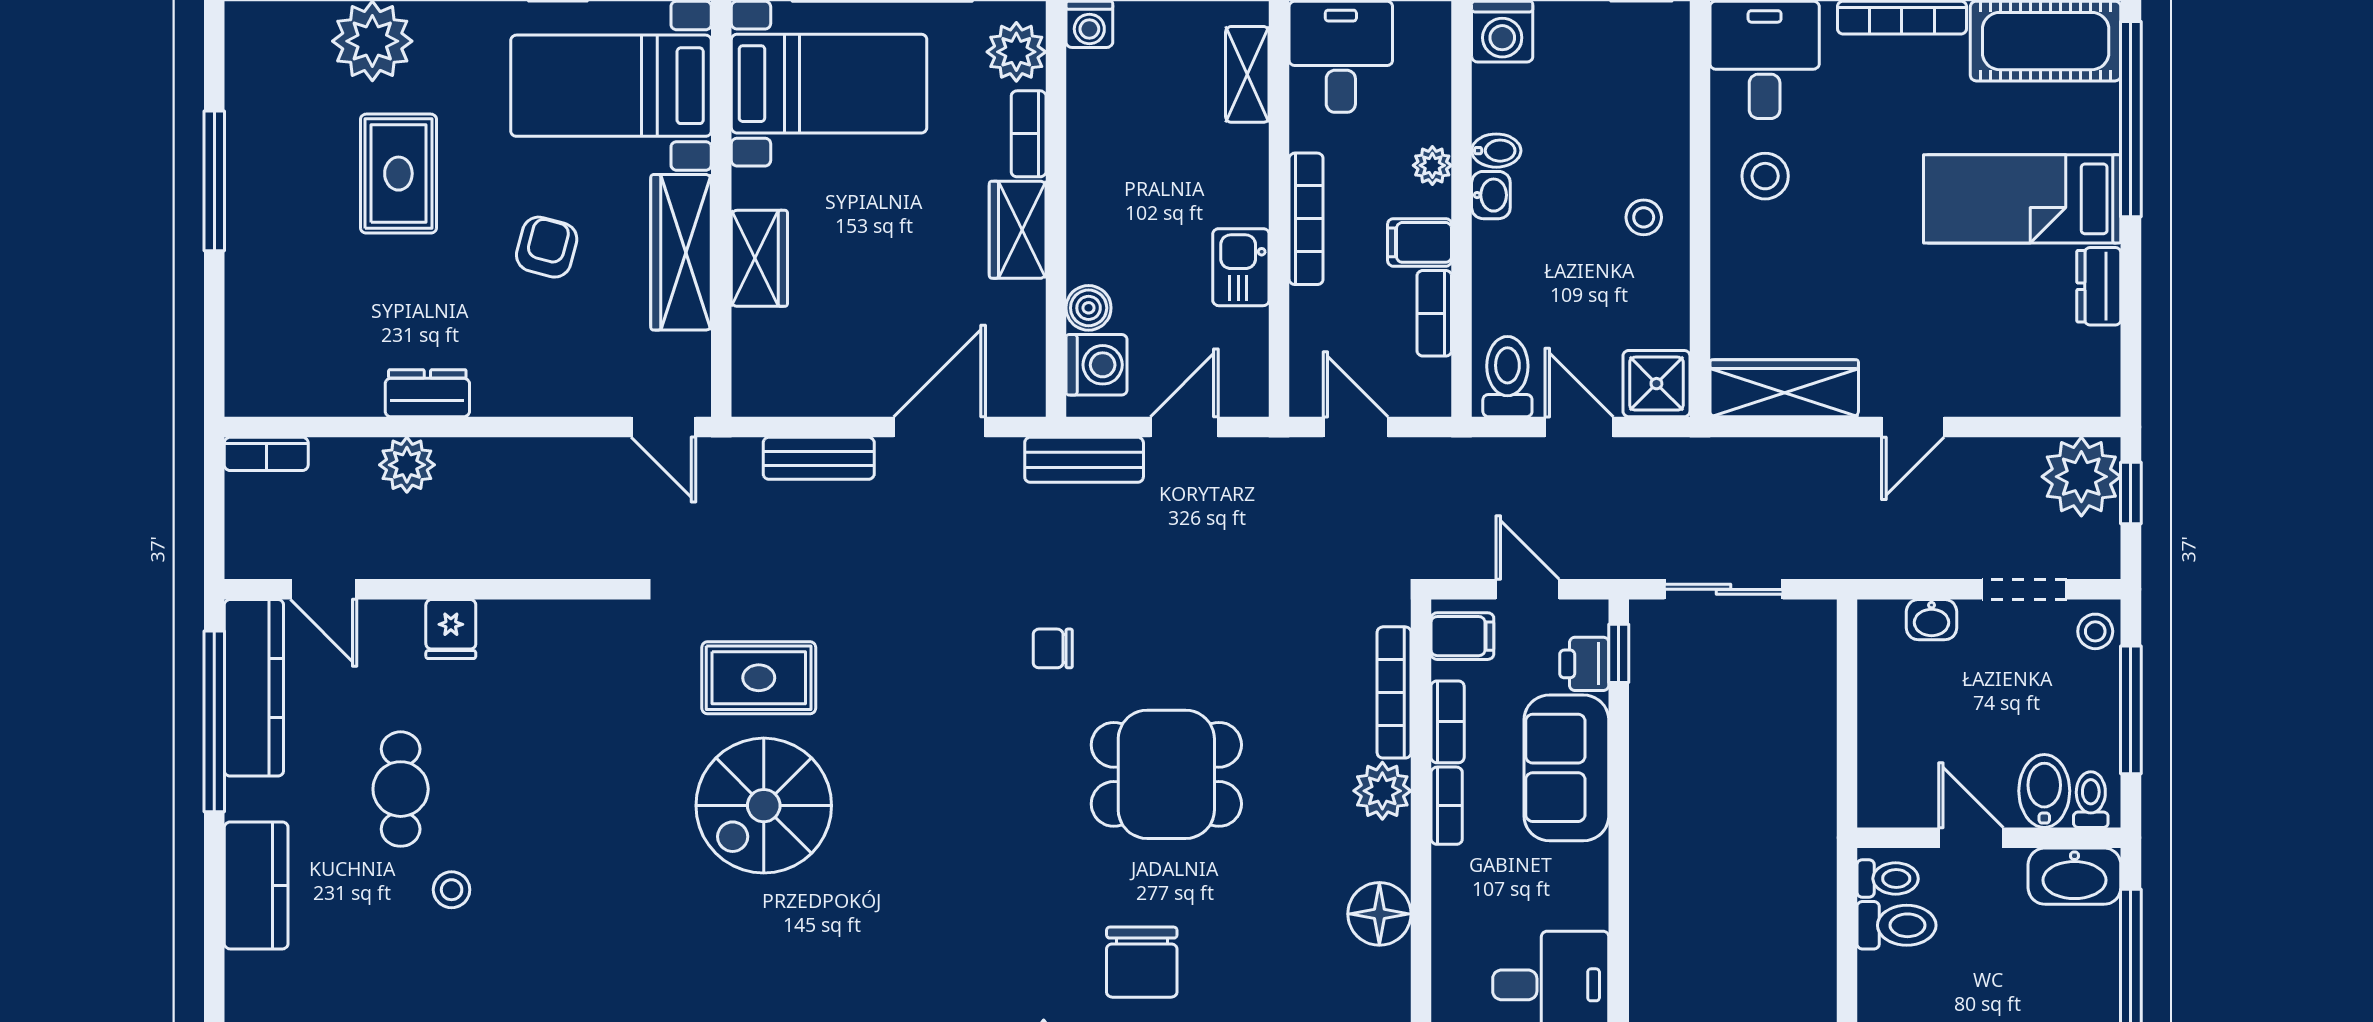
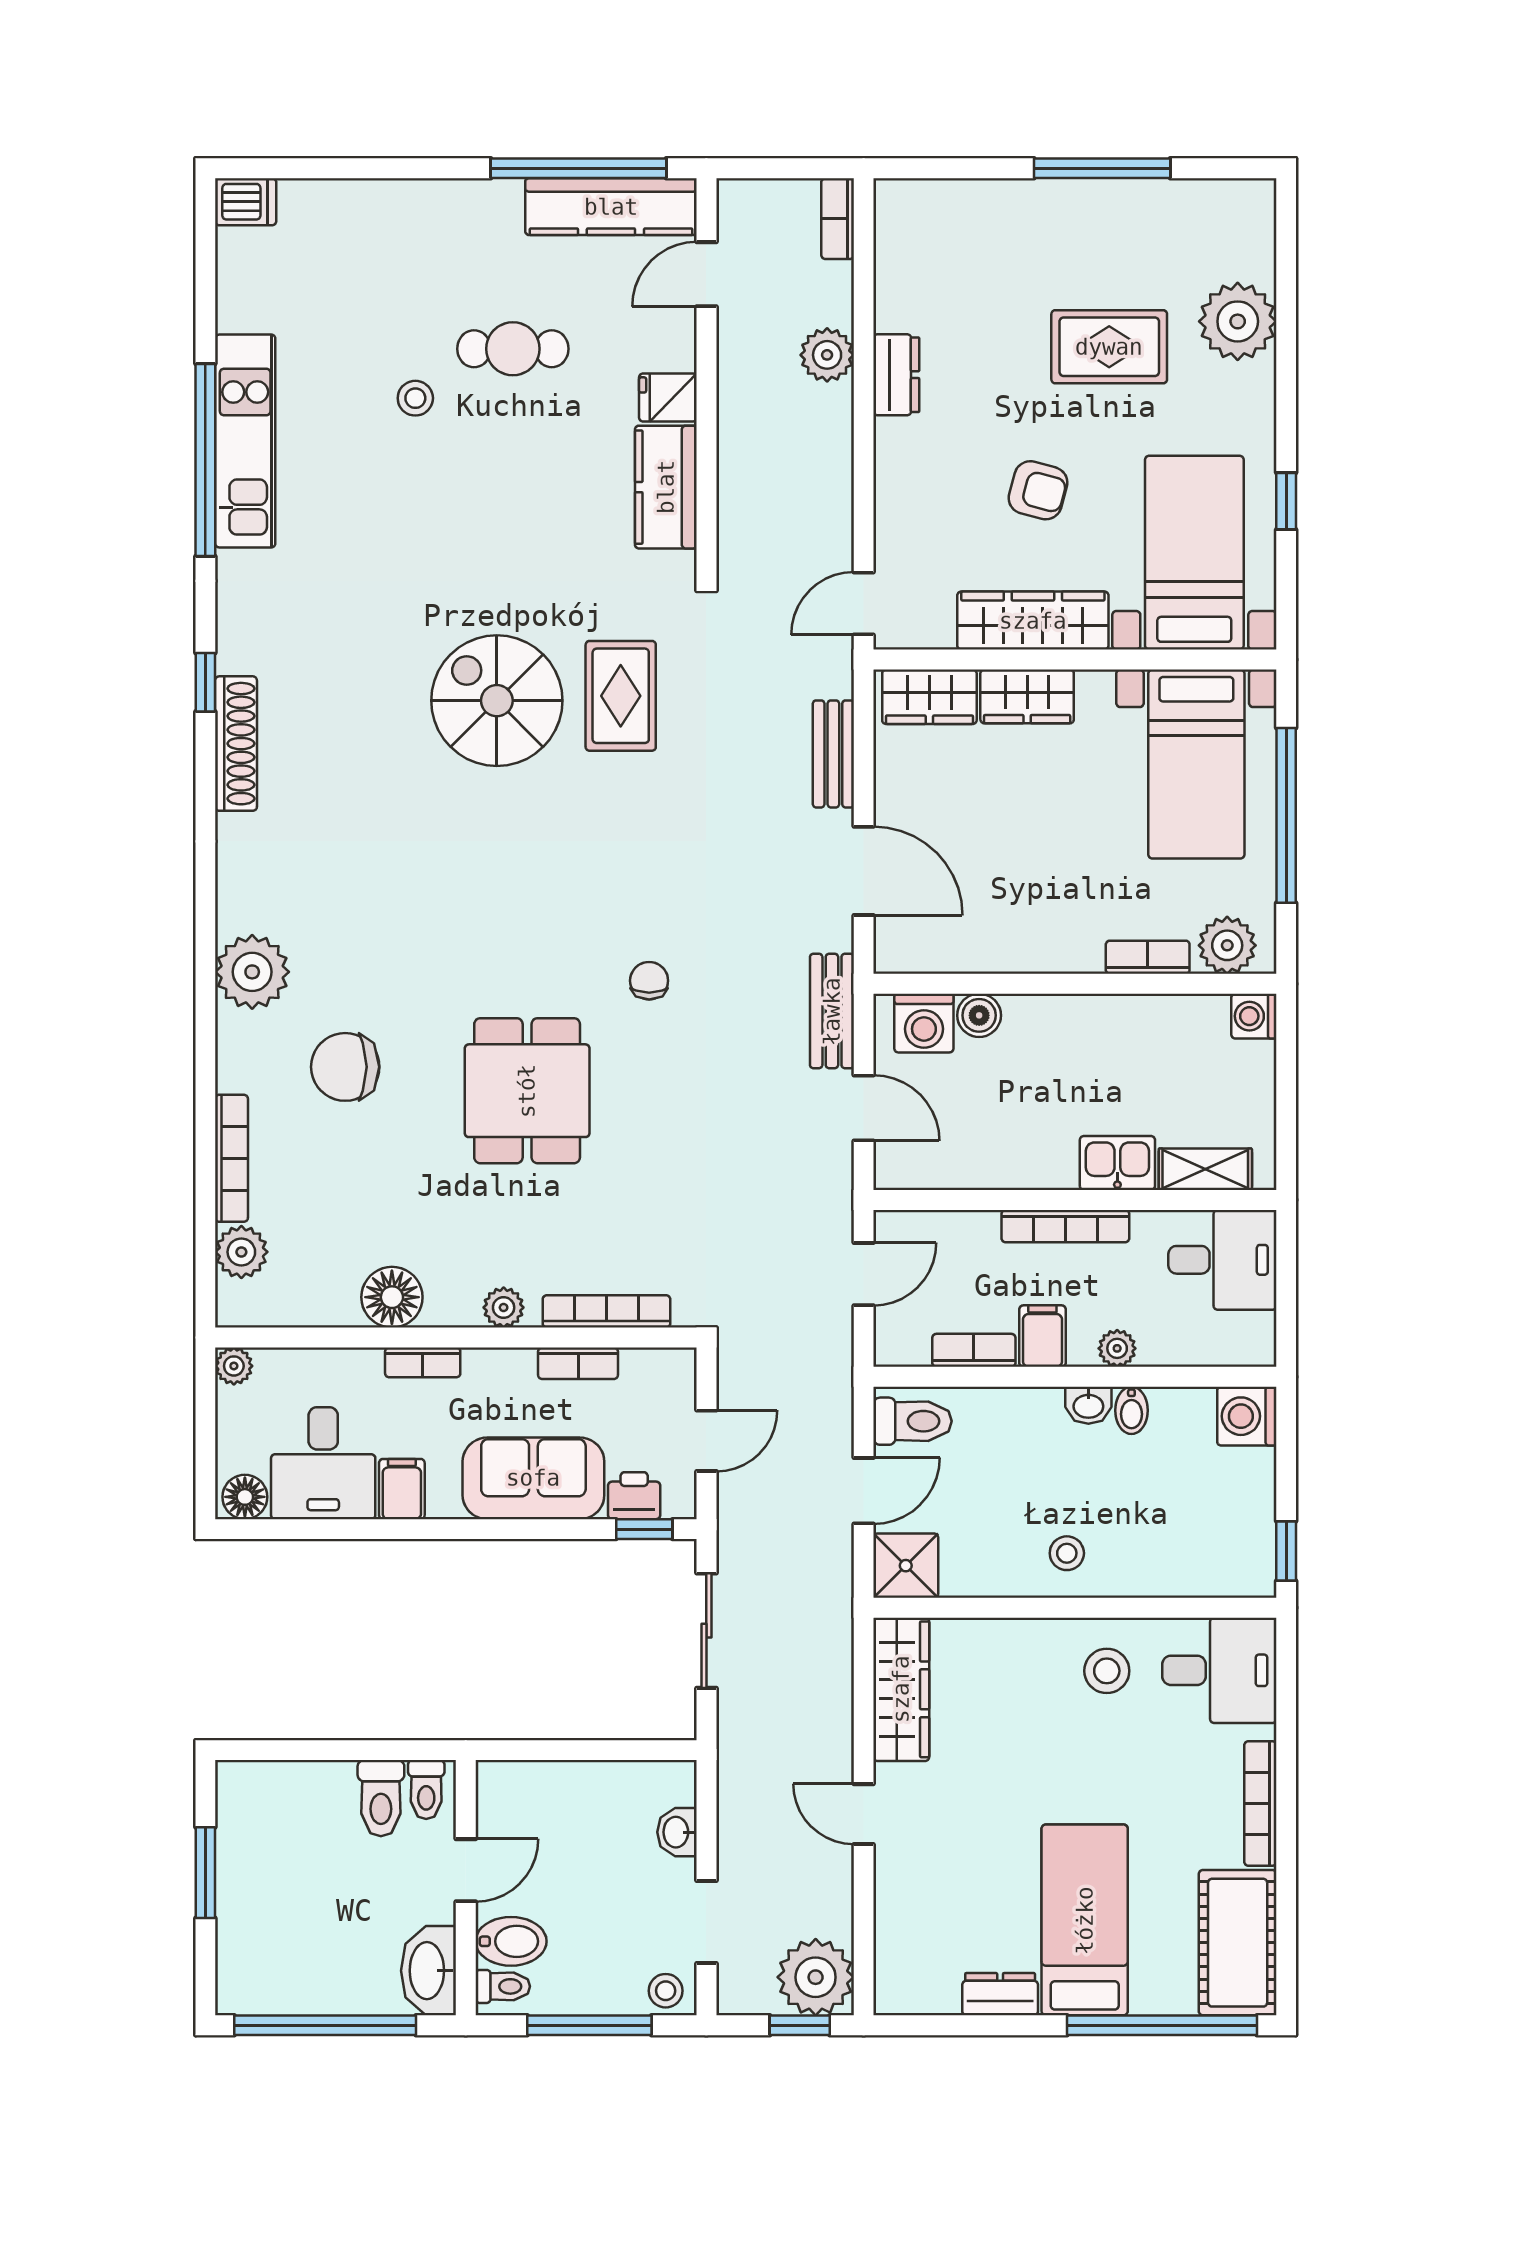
wardrobe: (1018, 230) -> (929, 697), moved, turned 180
kitchen sink: (1241, 267) -> (1117, 1163), moved
filing cabinet: (1462, 636) -> (402, 1489), moved, turned 180
plant: (1382, 791) -> (504, 1308), width x0.73, depth x0.73
bookcase: (1447, 806) -> (423, 1362), moved
kitchen counter: (256, 885) -> (666, 487), moved, turned 90

